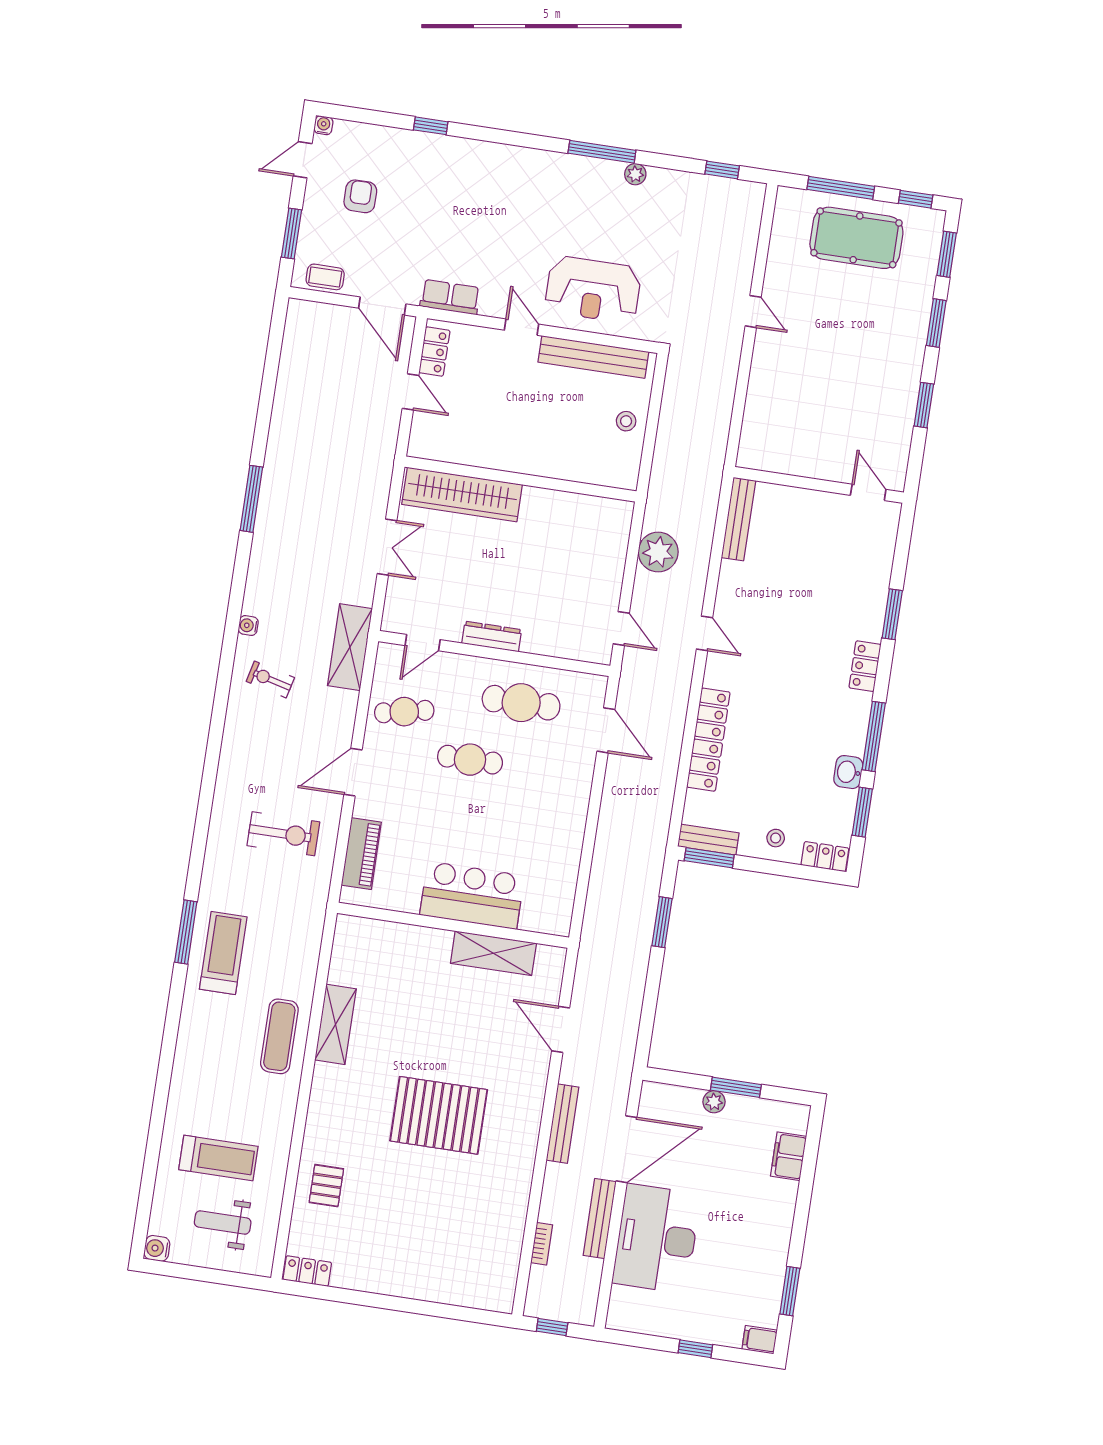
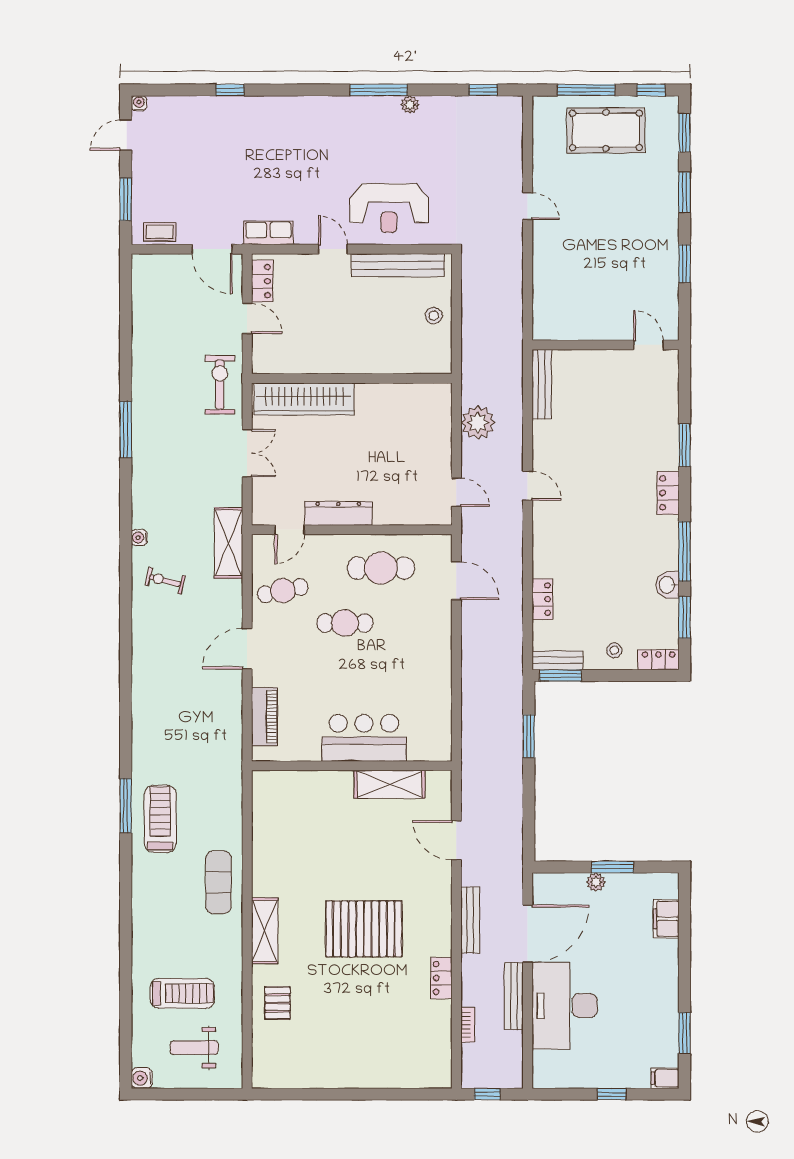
armchair: (360, 196) -> (179, 159), removed
dresser: (492, 636) -> (338, 513), width x1.37, depth x1.24
locker: (708, 740) -> (542, 599), width x0.46, depth x0.83
exercise bike: (283, 834) -> (220, 385), moved, turned -90
shelving: (336, 1024) -> (265, 931), moved
locker: (307, 1271) -> (441, 978), moved, turned -90

